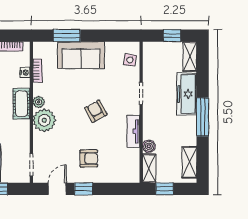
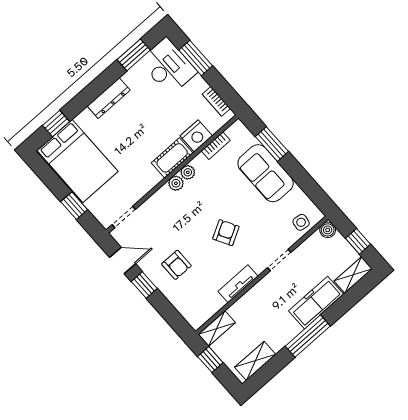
nightstand: (25, 73) -> (196, 136), width x1.89, depth x1.79
plant: (44, 120) -> (176, 183), width x0.53, depth x0.53
boiler: (149, 146) -> (328, 230), moved

